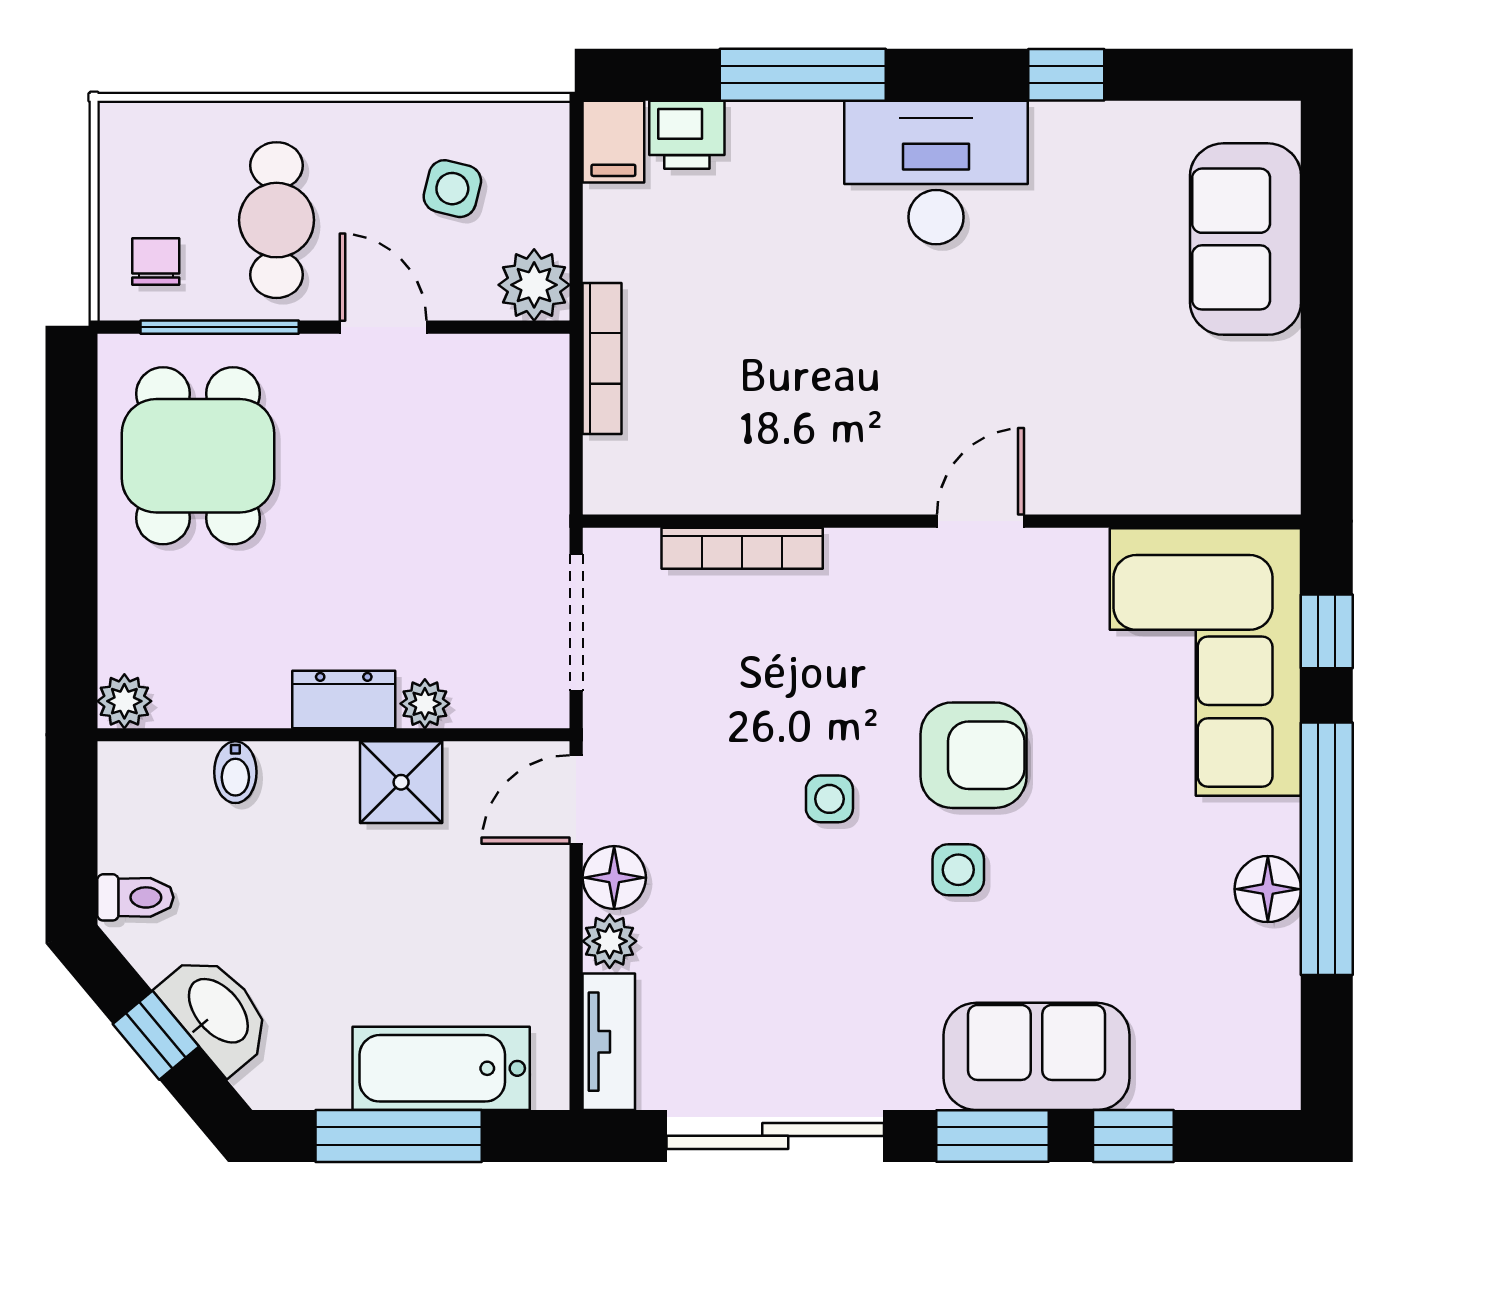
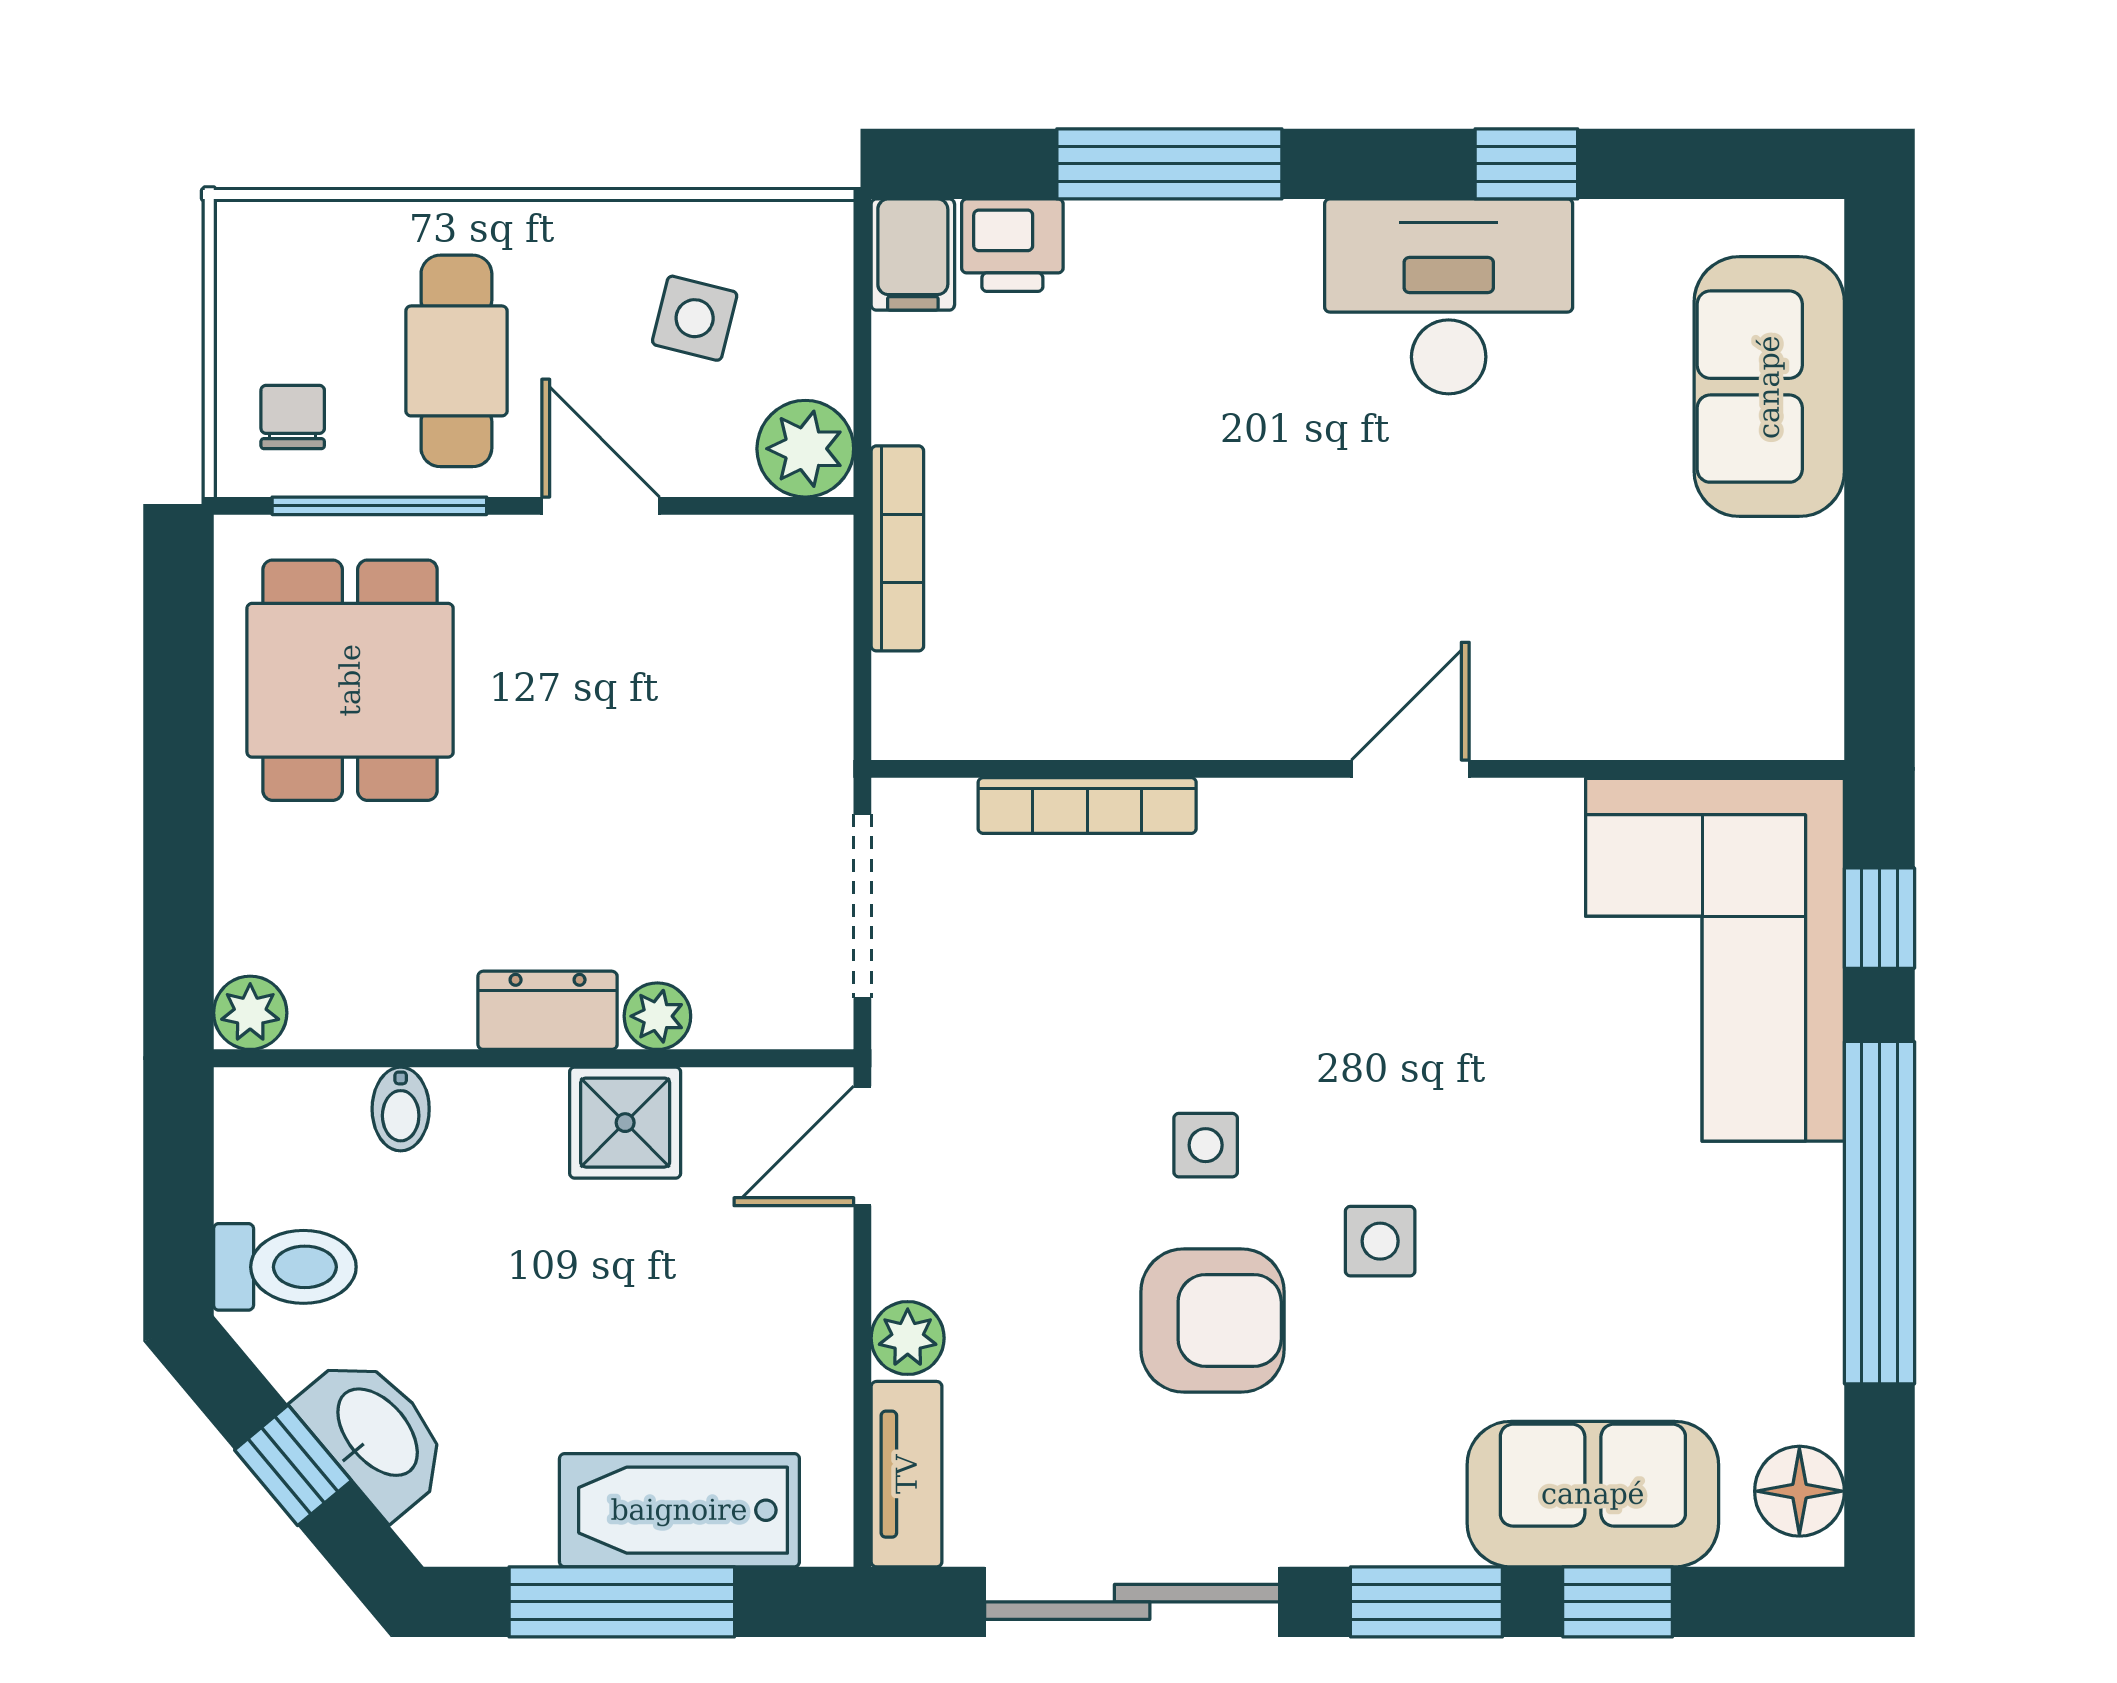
desk: (936, 173) -> (1449, 296), moved
armchair: (974, 755) -> (1212, 1320), moved
floor lamp: (614, 878) -> (914, 1252), removed
floor lamp: (1268, 889) -> (1799, 1491), moved
toilet: (135, 897) -> (285, 1267), width x1.37, depth x1.39
sofa: (1037, 1056) -> (1593, 1494), moved

